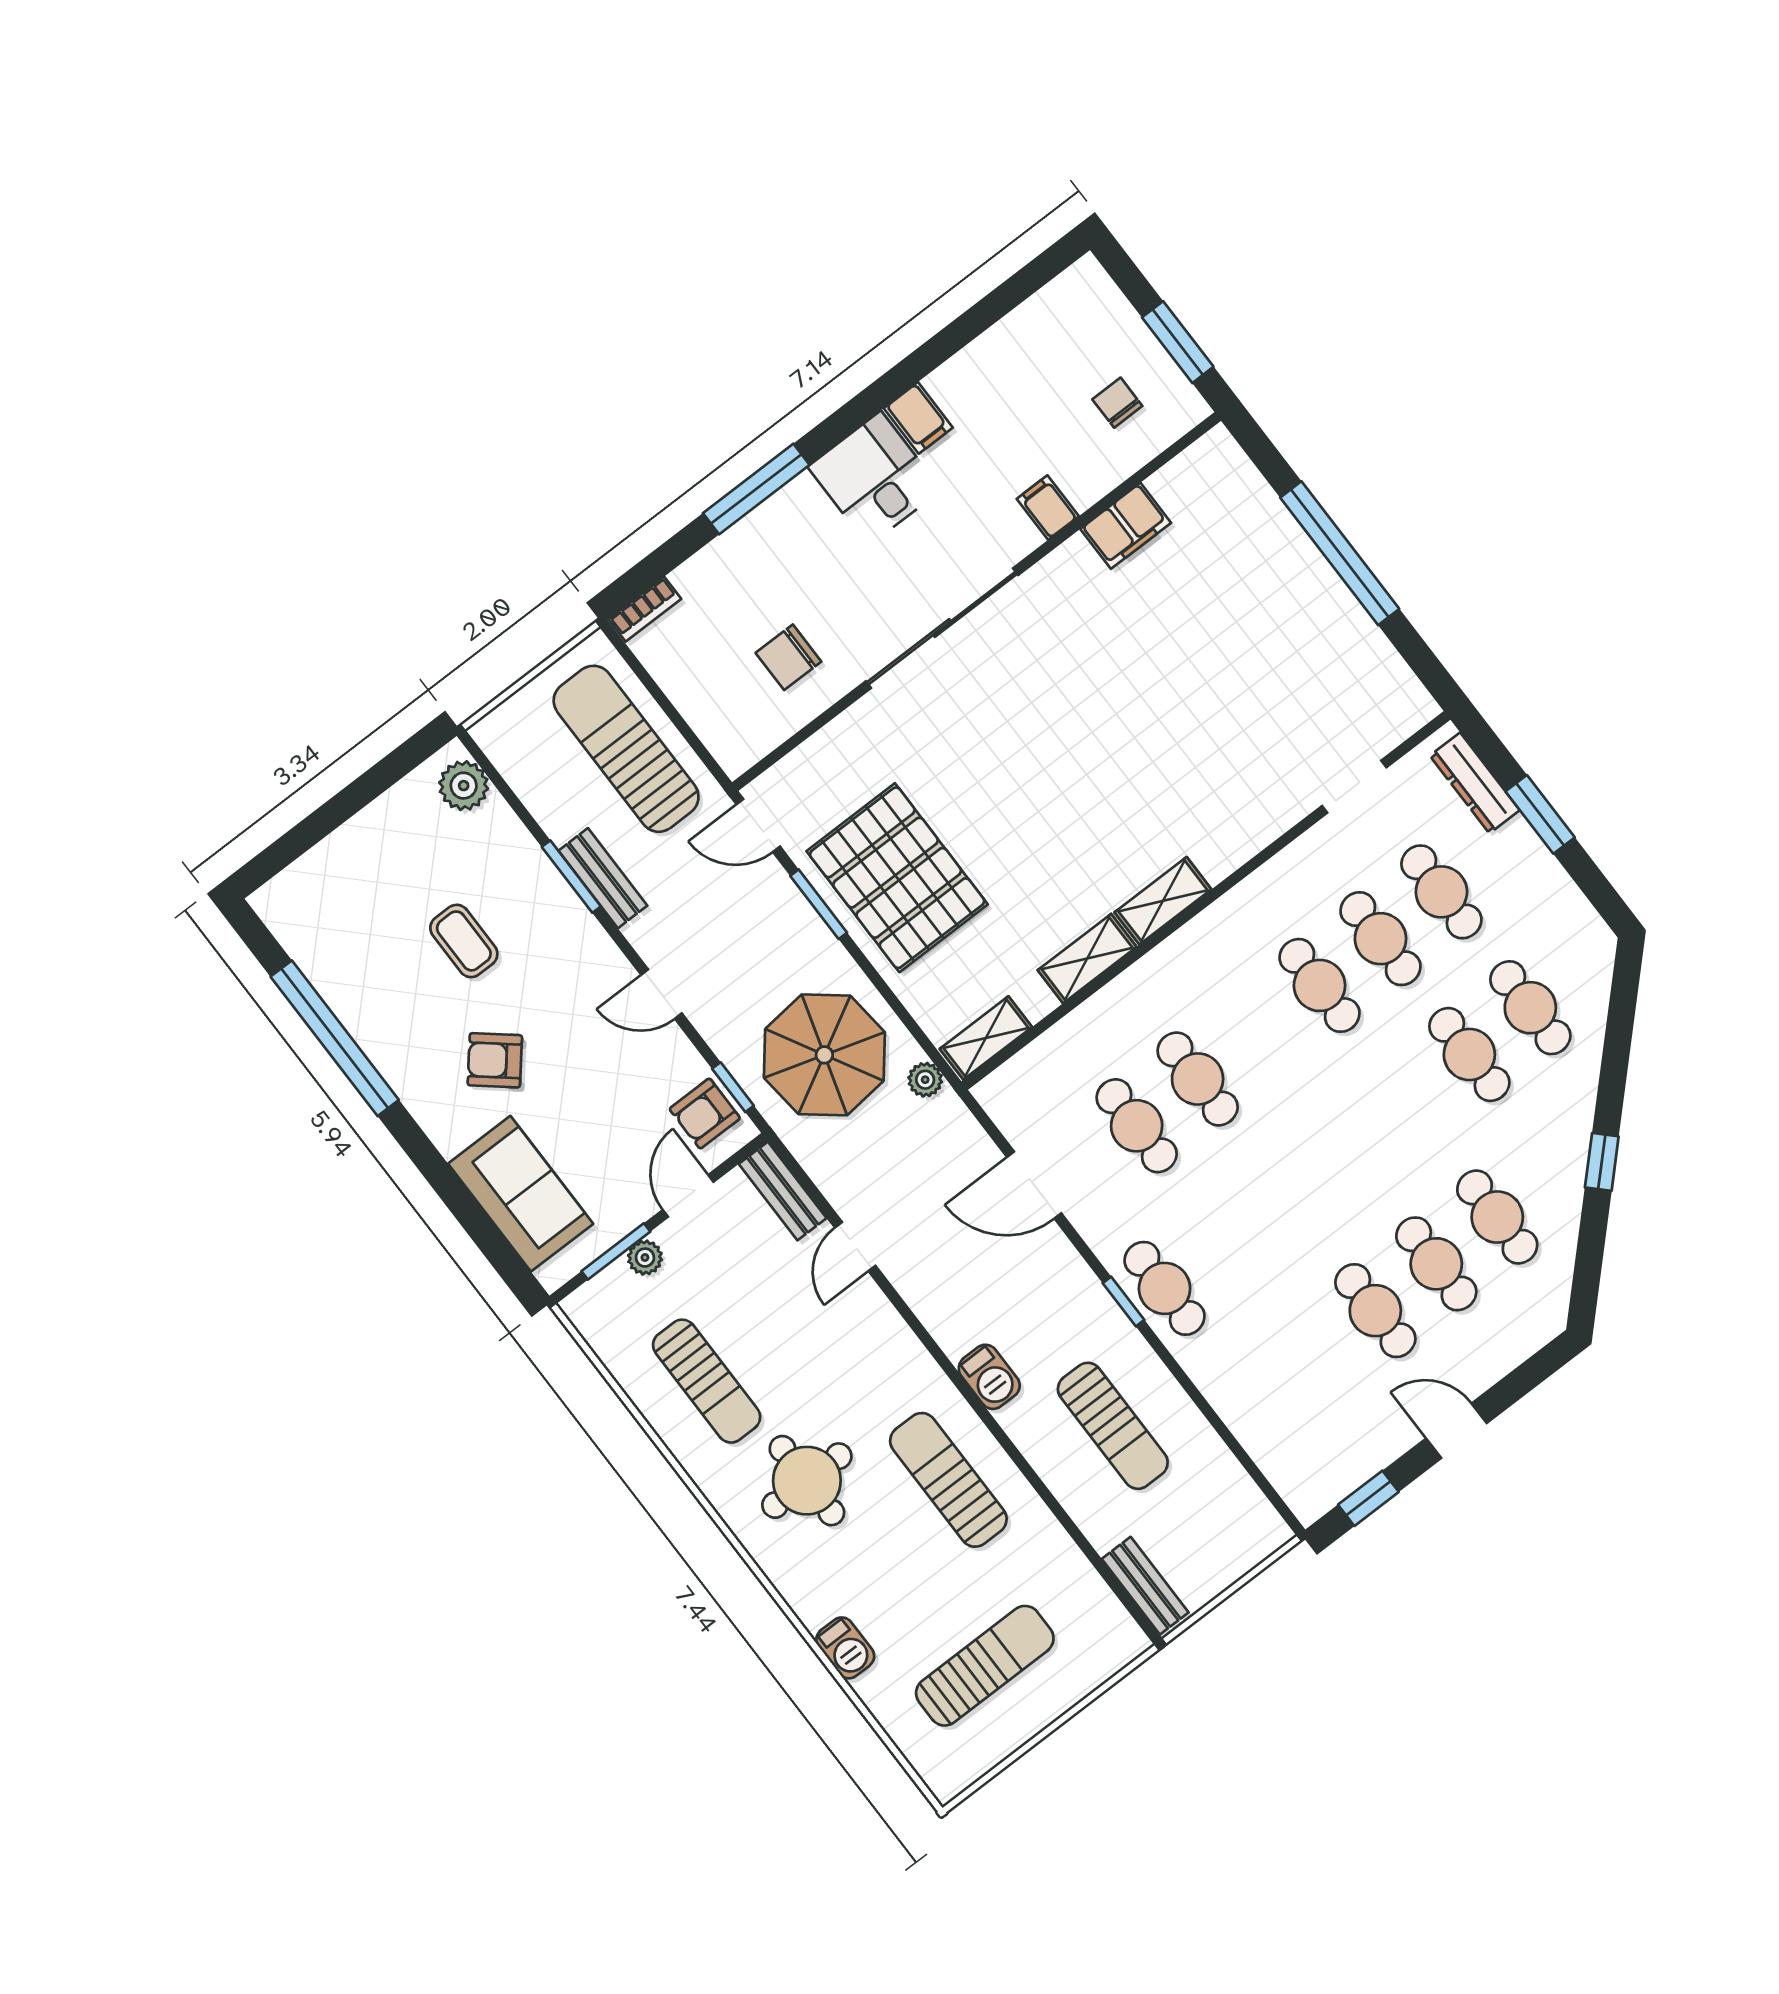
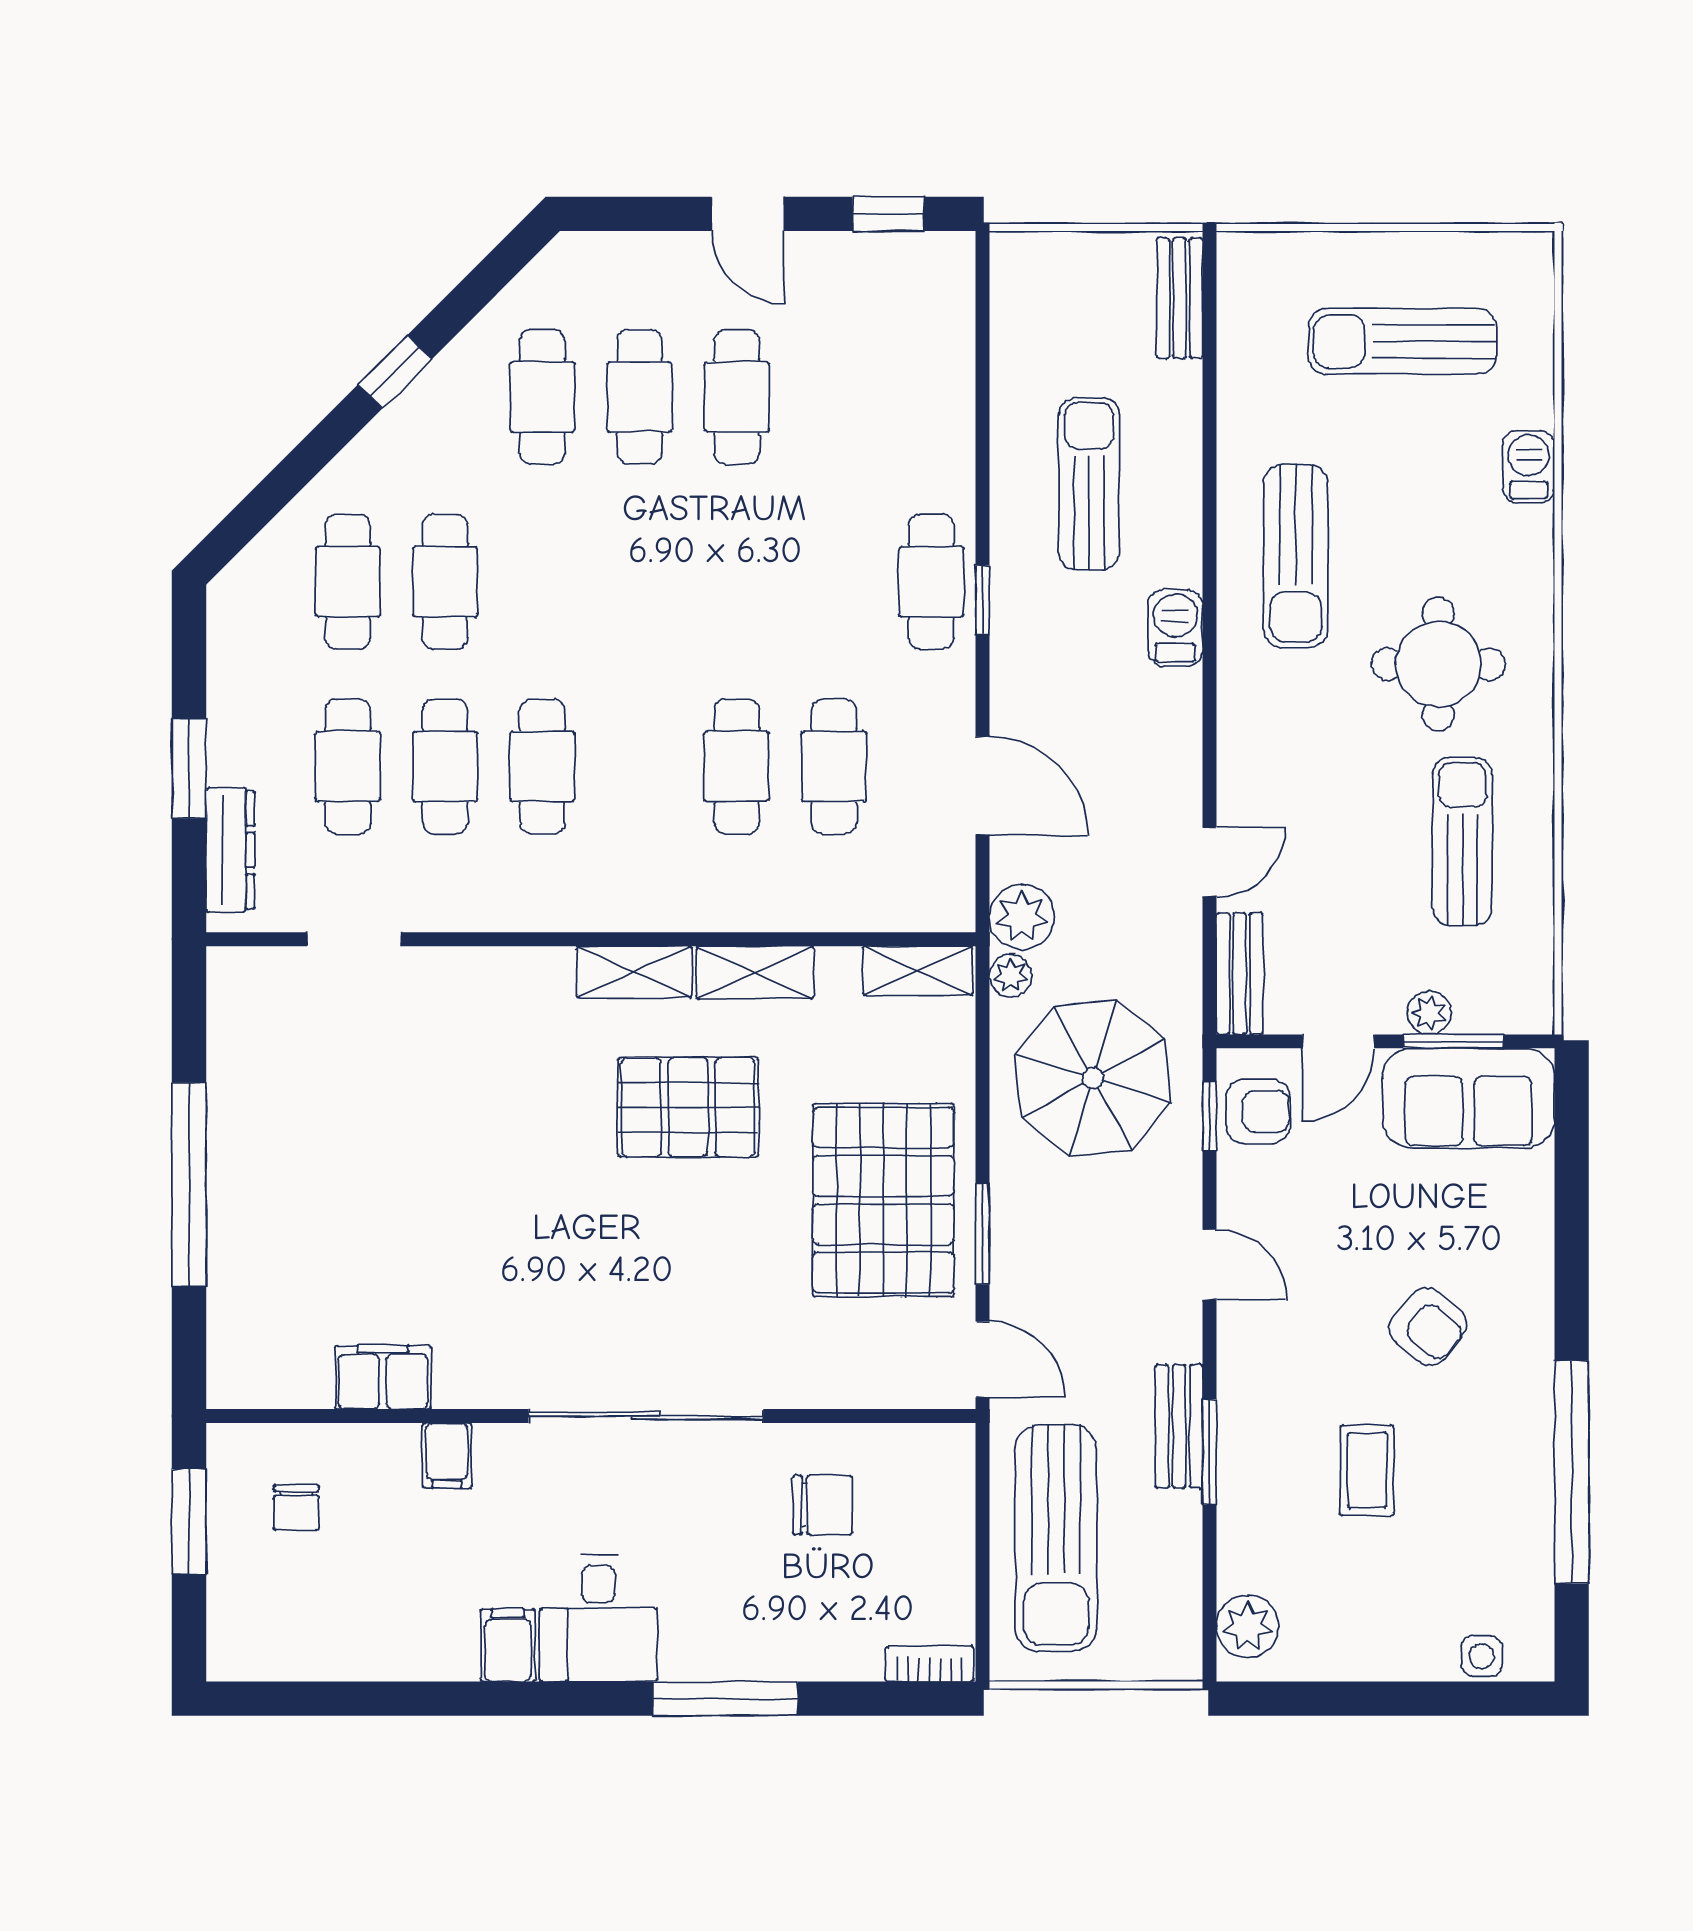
pallet: (1064, 842) -> (688, 1107), added
side table: (303, 880) -> (1482, 1656), added
plant: (946, 1122) -> (1022, 917), added
sofa: (521, 1194) -> (1468, 1098), moved, turned -90

